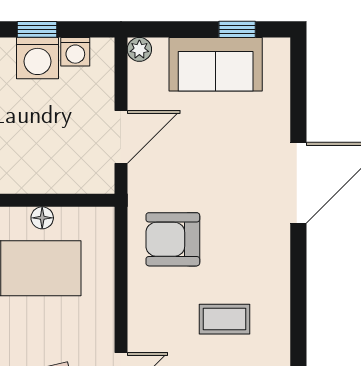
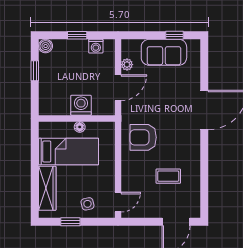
plant: (139, 49) -> (127, 65), moved
washing machine: (38, 58) -> (81, 105), moved, turned 180

